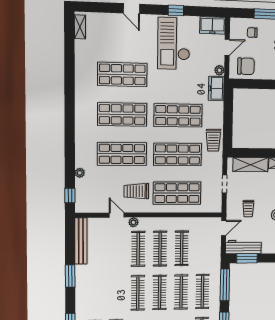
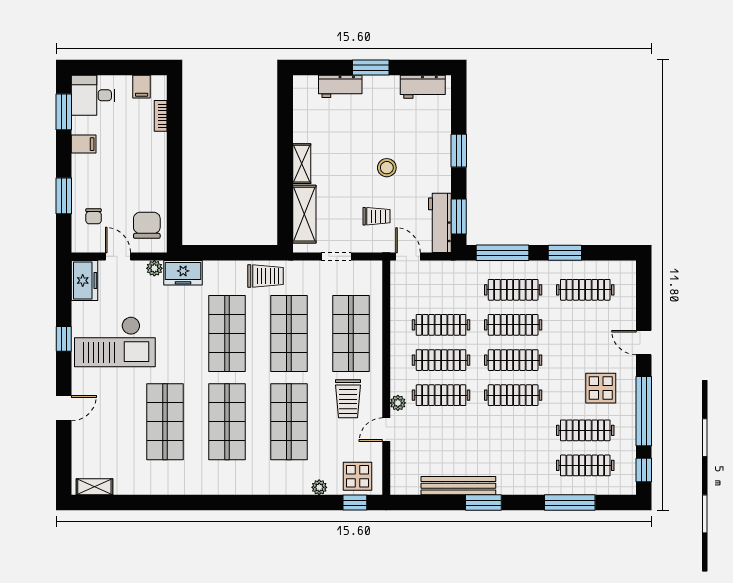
display table: (87, 197) -> (357, 476), added
bench: (81, 241) -> (458, 486), moved

